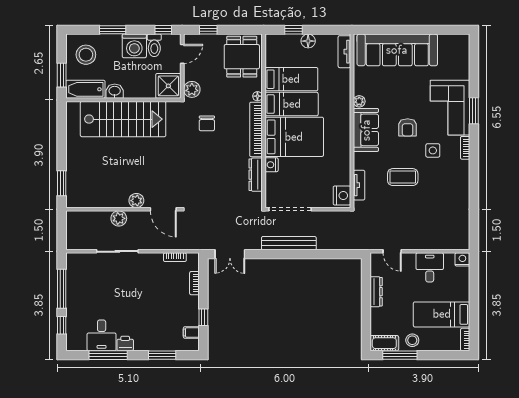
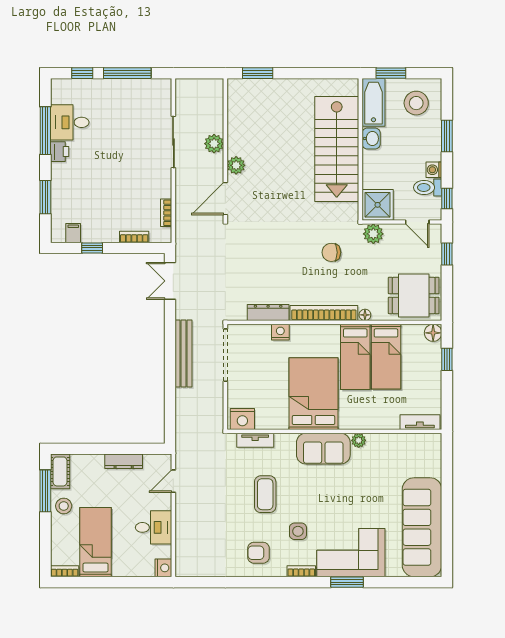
floor lamp: (308, 41) -> (433, 333), moved
washing machine: (134, 46) -> (434, 170), width x0.53, depth x0.53
sofa: (397, 50) -> (422, 527), moved
armchair: (408, 127) -> (258, 553), moved
bed: (294, 137) -> (314, 394), moved, turned 180

